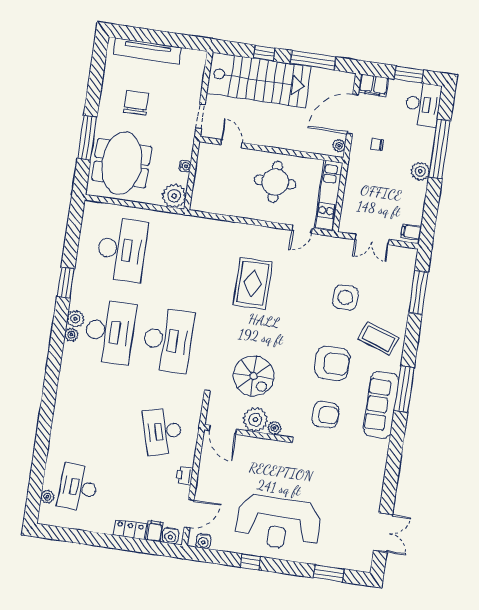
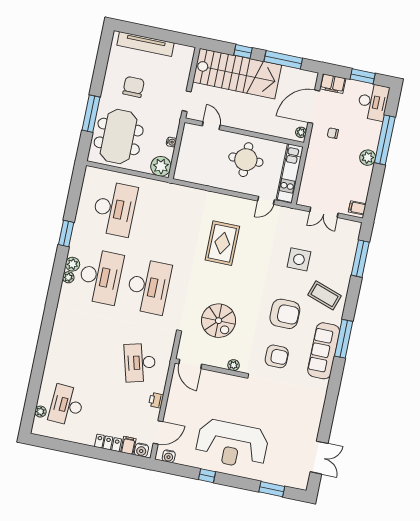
plant: (255, 420) -> (218, 357), removed

